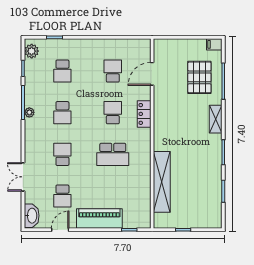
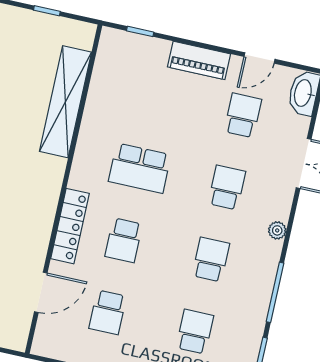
plant: (29, 112) -> (277, 230), moved
locker: (144, 114) -> (70, 226), width x1.53
school desk: (62, 154) -> (227, 187), turned 180
school desk: (113, 154) -> (140, 168), turned 180
piano: (99, 219) -> (199, 60), width x0.73, depth x0.75

